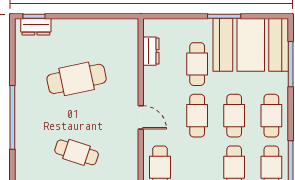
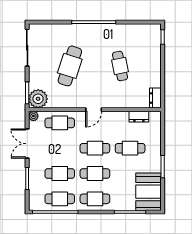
dresser: (36, 27) -> (155, 98), moved
booth: (251, 45) -> (149, 192), width x0.73, depth x0.70
cafe table: (77, 79) -> (120, 66), width x0.73, depth x0.74
cafe table: (77, 152) -> (70, 66), width x1.37, depth x1.35

